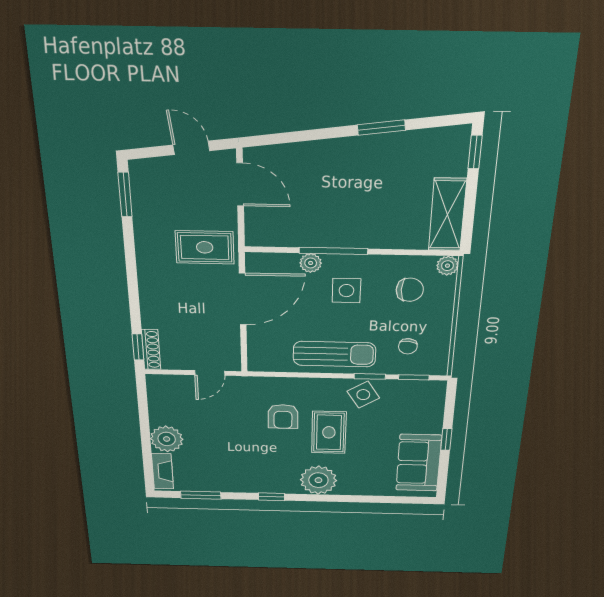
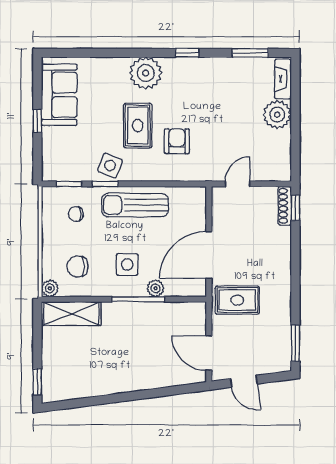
window: (381, 128) -> (106, 399), removed
shelving: (447, 215) -> (71, 314), moved, turned 90
chair: (408, 346) -> (76, 214), turned -98
side table: (363, 395) -> (110, 166), turned -37

